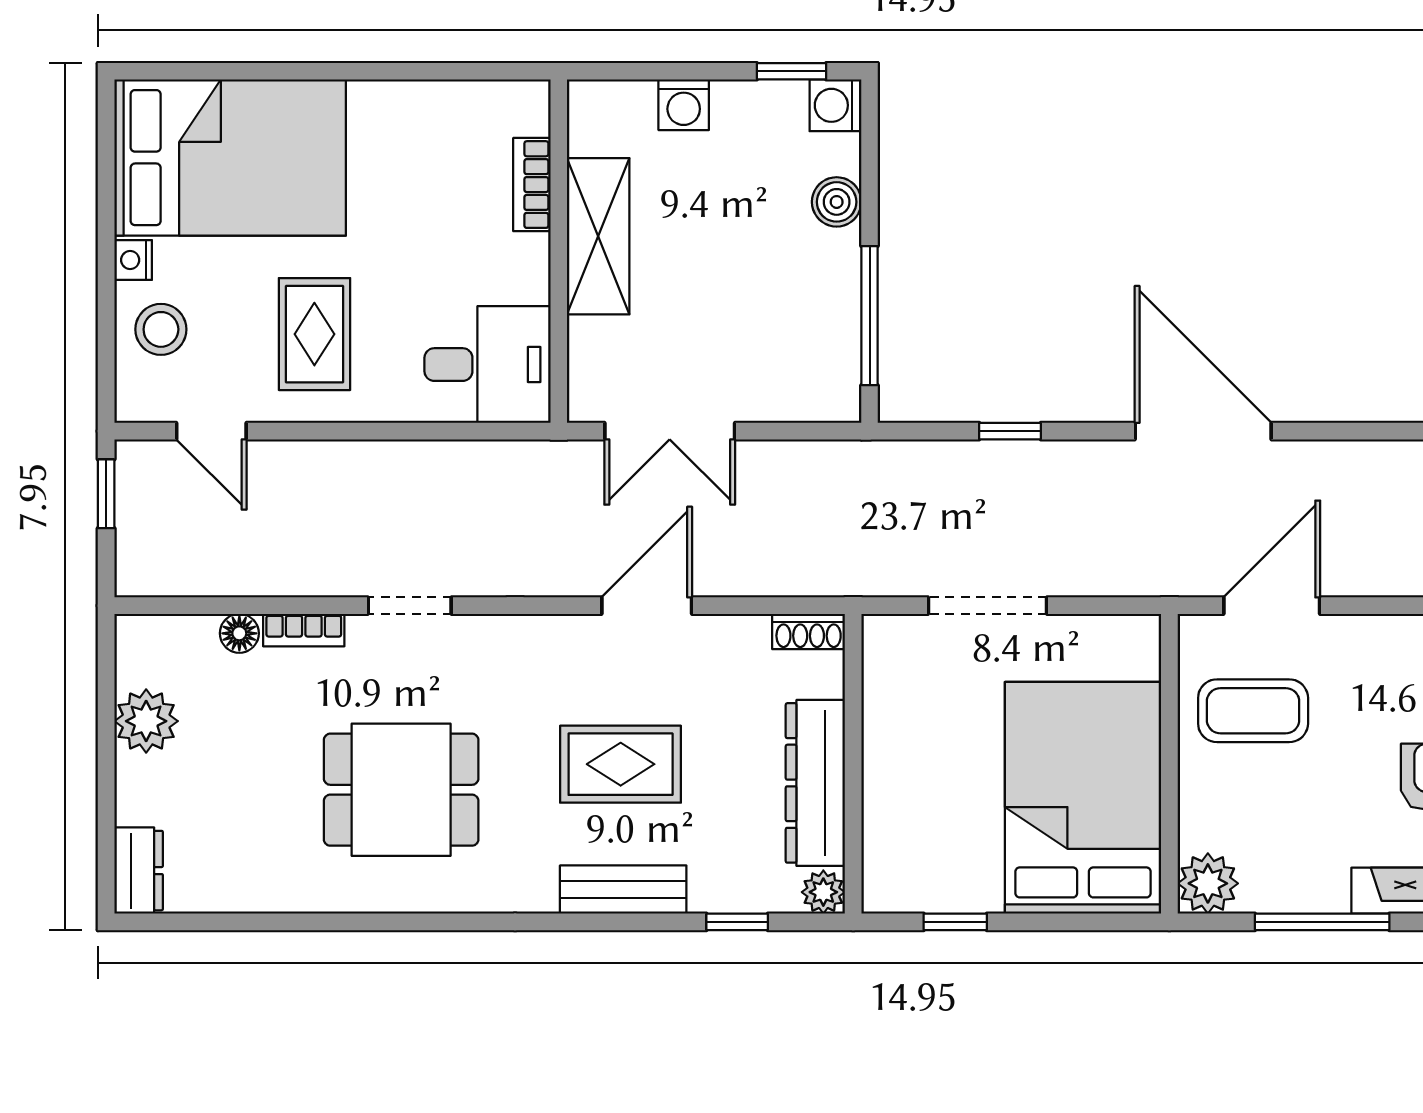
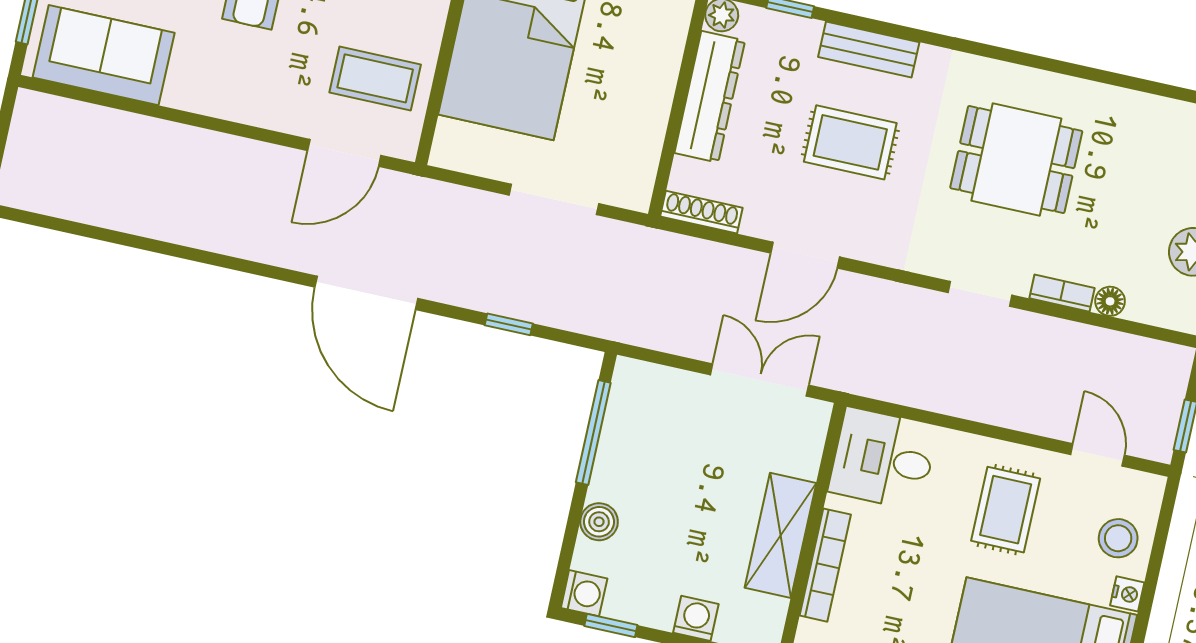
bookcase: (532, 185) -> (825, 565), width x1.56
shoe rack: (809, 631) -> (701, 212), width x1.43

